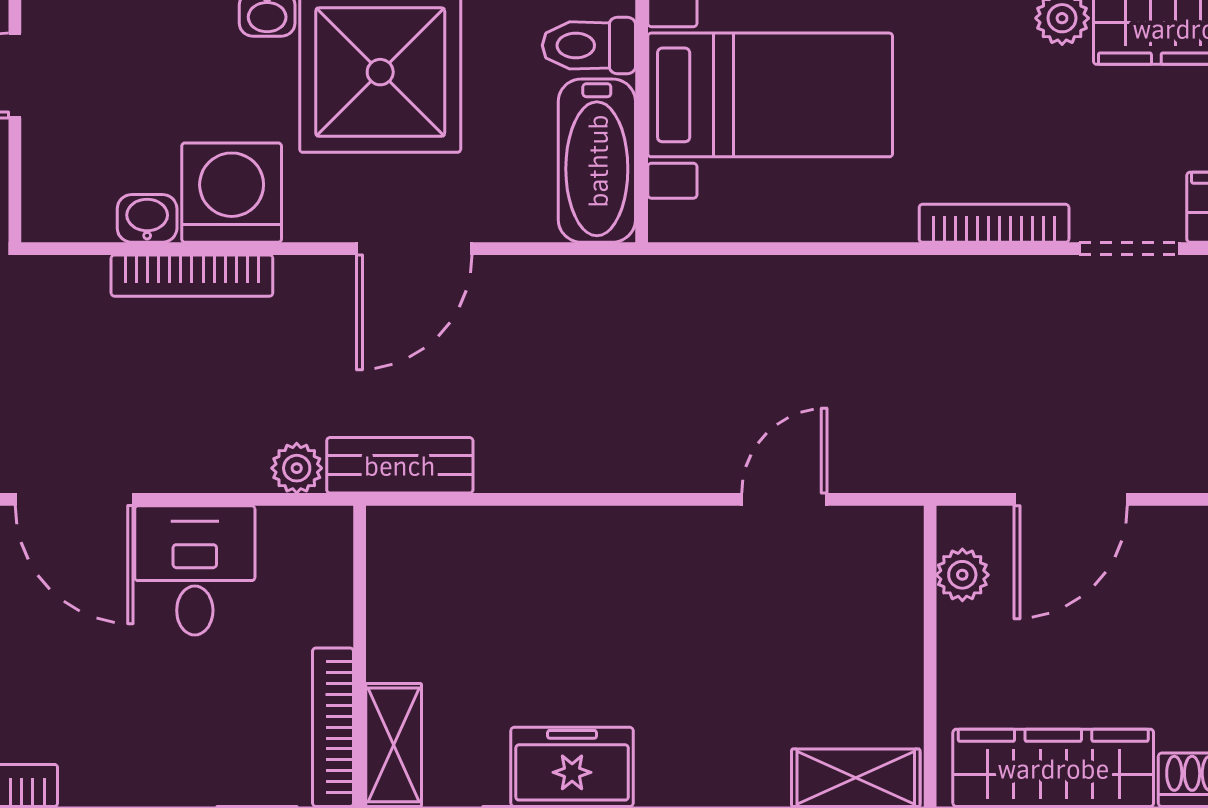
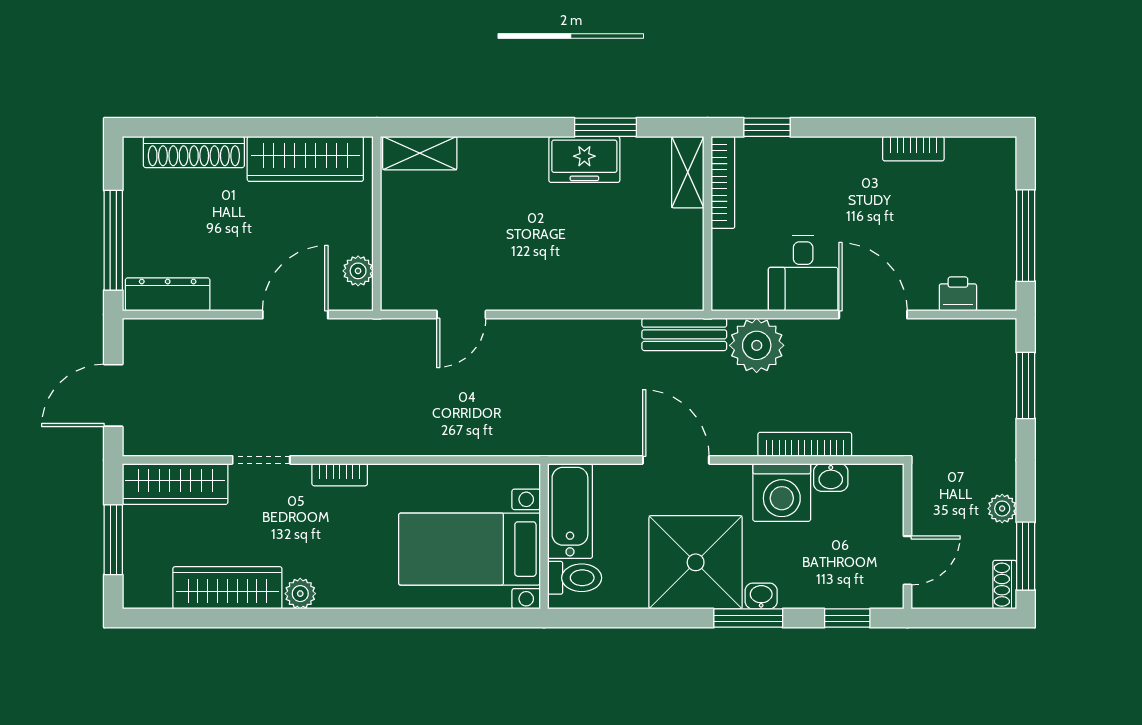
bookcase: (994, 223) -> (340, 475), width x0.64
door: (414, 249) -> (676, 460), hinge flipped
plant: (297, 468) -> (757, 345), width x1.87, depth x1.87

